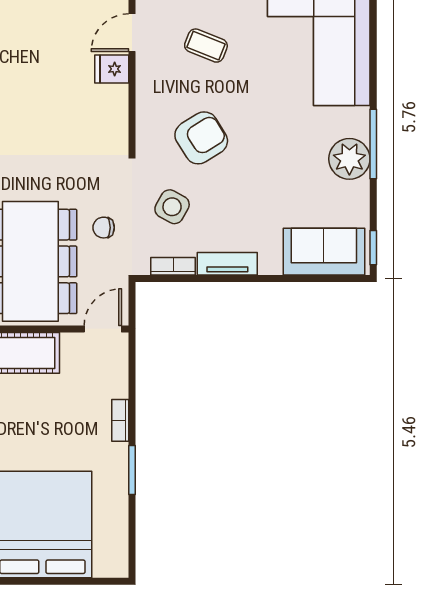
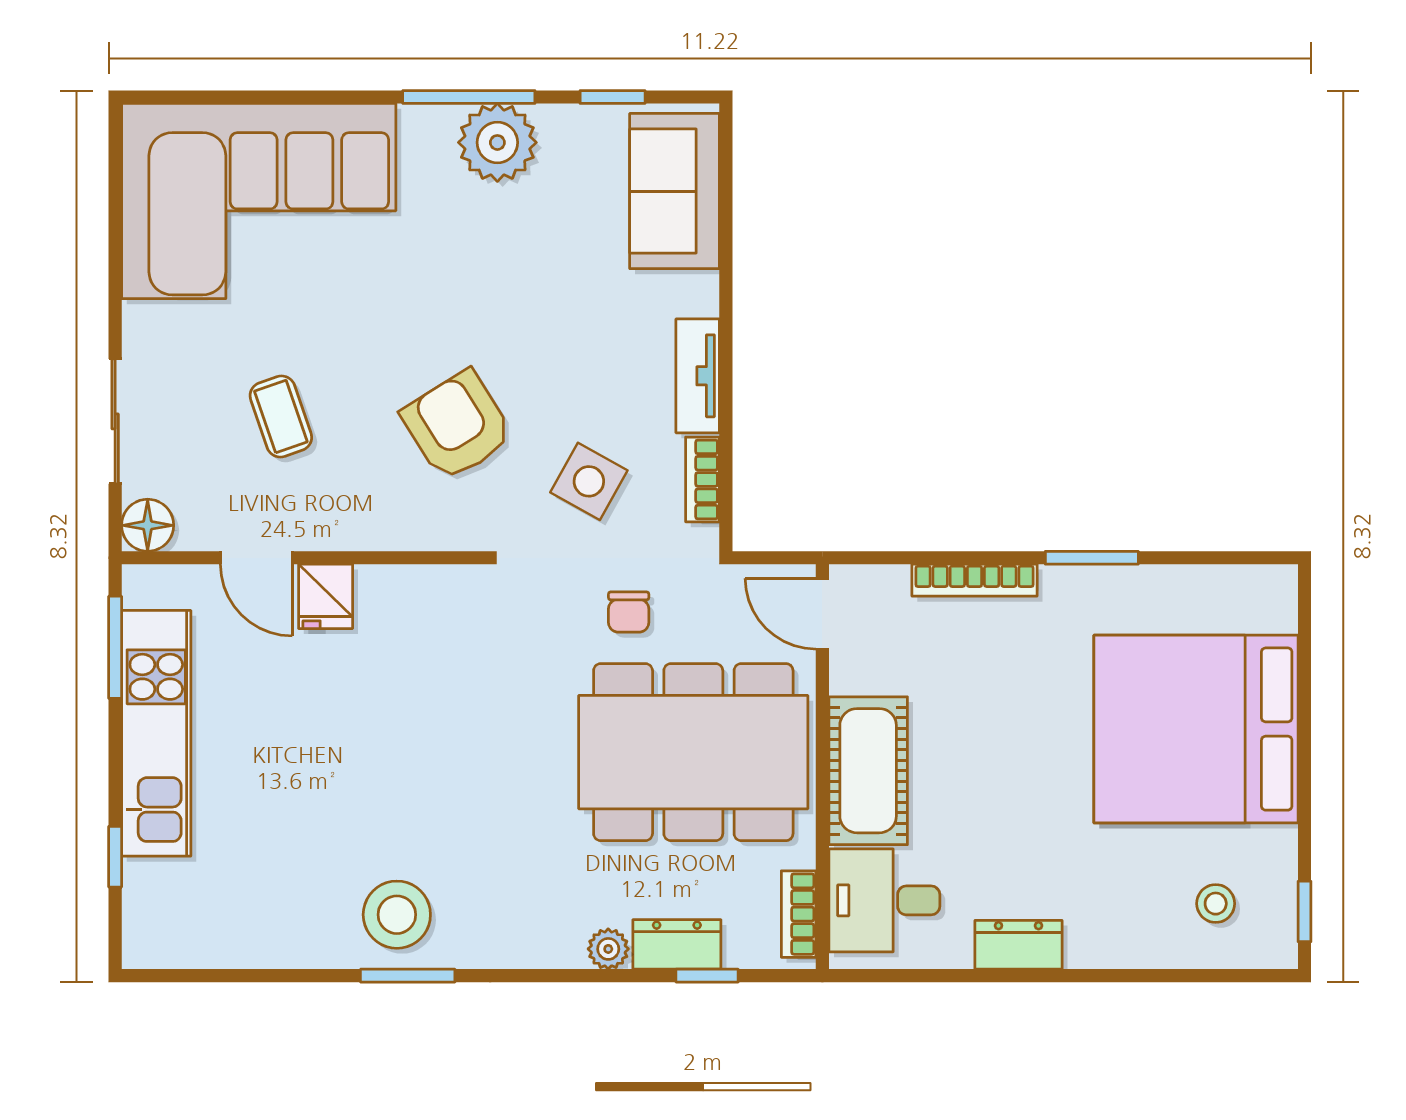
coffee table: (206, 46) -> (281, 416), turned -41
window: (373, 248) -> (613, 97), moved
bookcase: (120, 420) -> (974, 580), width x1.56

